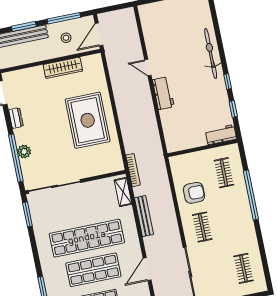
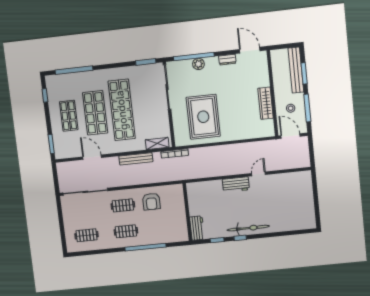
bicycle: (211, 53) -> (248, 228), moved
rug: (88, 120) -> (203, 117), moved, turned 90
clothes rail: (224, 173) -> (126, 231), moved

